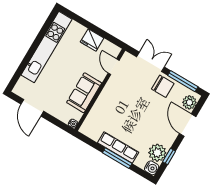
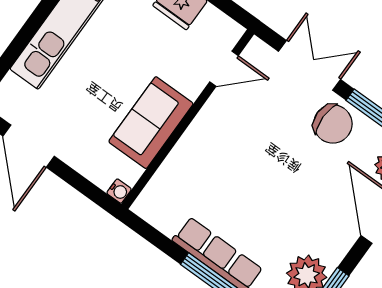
door: (114, 67) -> (224, 69), swing flipped

